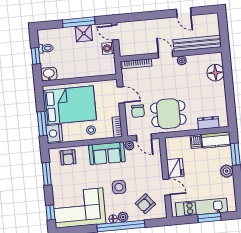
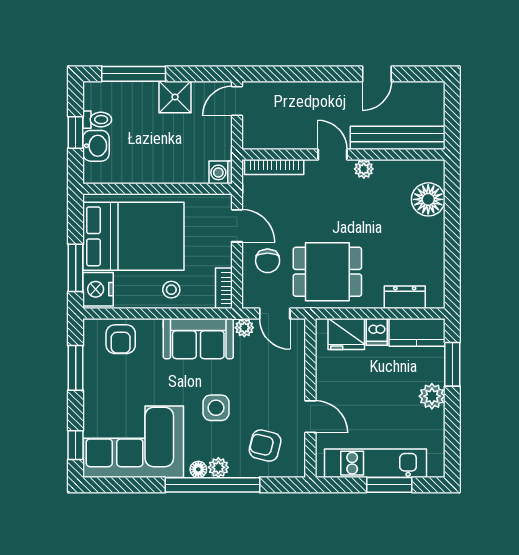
door: (184, 12) -> (377, 74), hinge flipped
window: (79, 22) -> (134, 74), moved
door: (115, 32) -> (237, 101), hinge flipped
washing machine: (108, 48) -> (221, 172), moved
washbasin: (49, 74) -> (96, 146), moved, turned 90
fridge: (175, 168) -> (346, 334), moved, turned 90
armchair: (145, 204) -> (265, 446), turned 52

